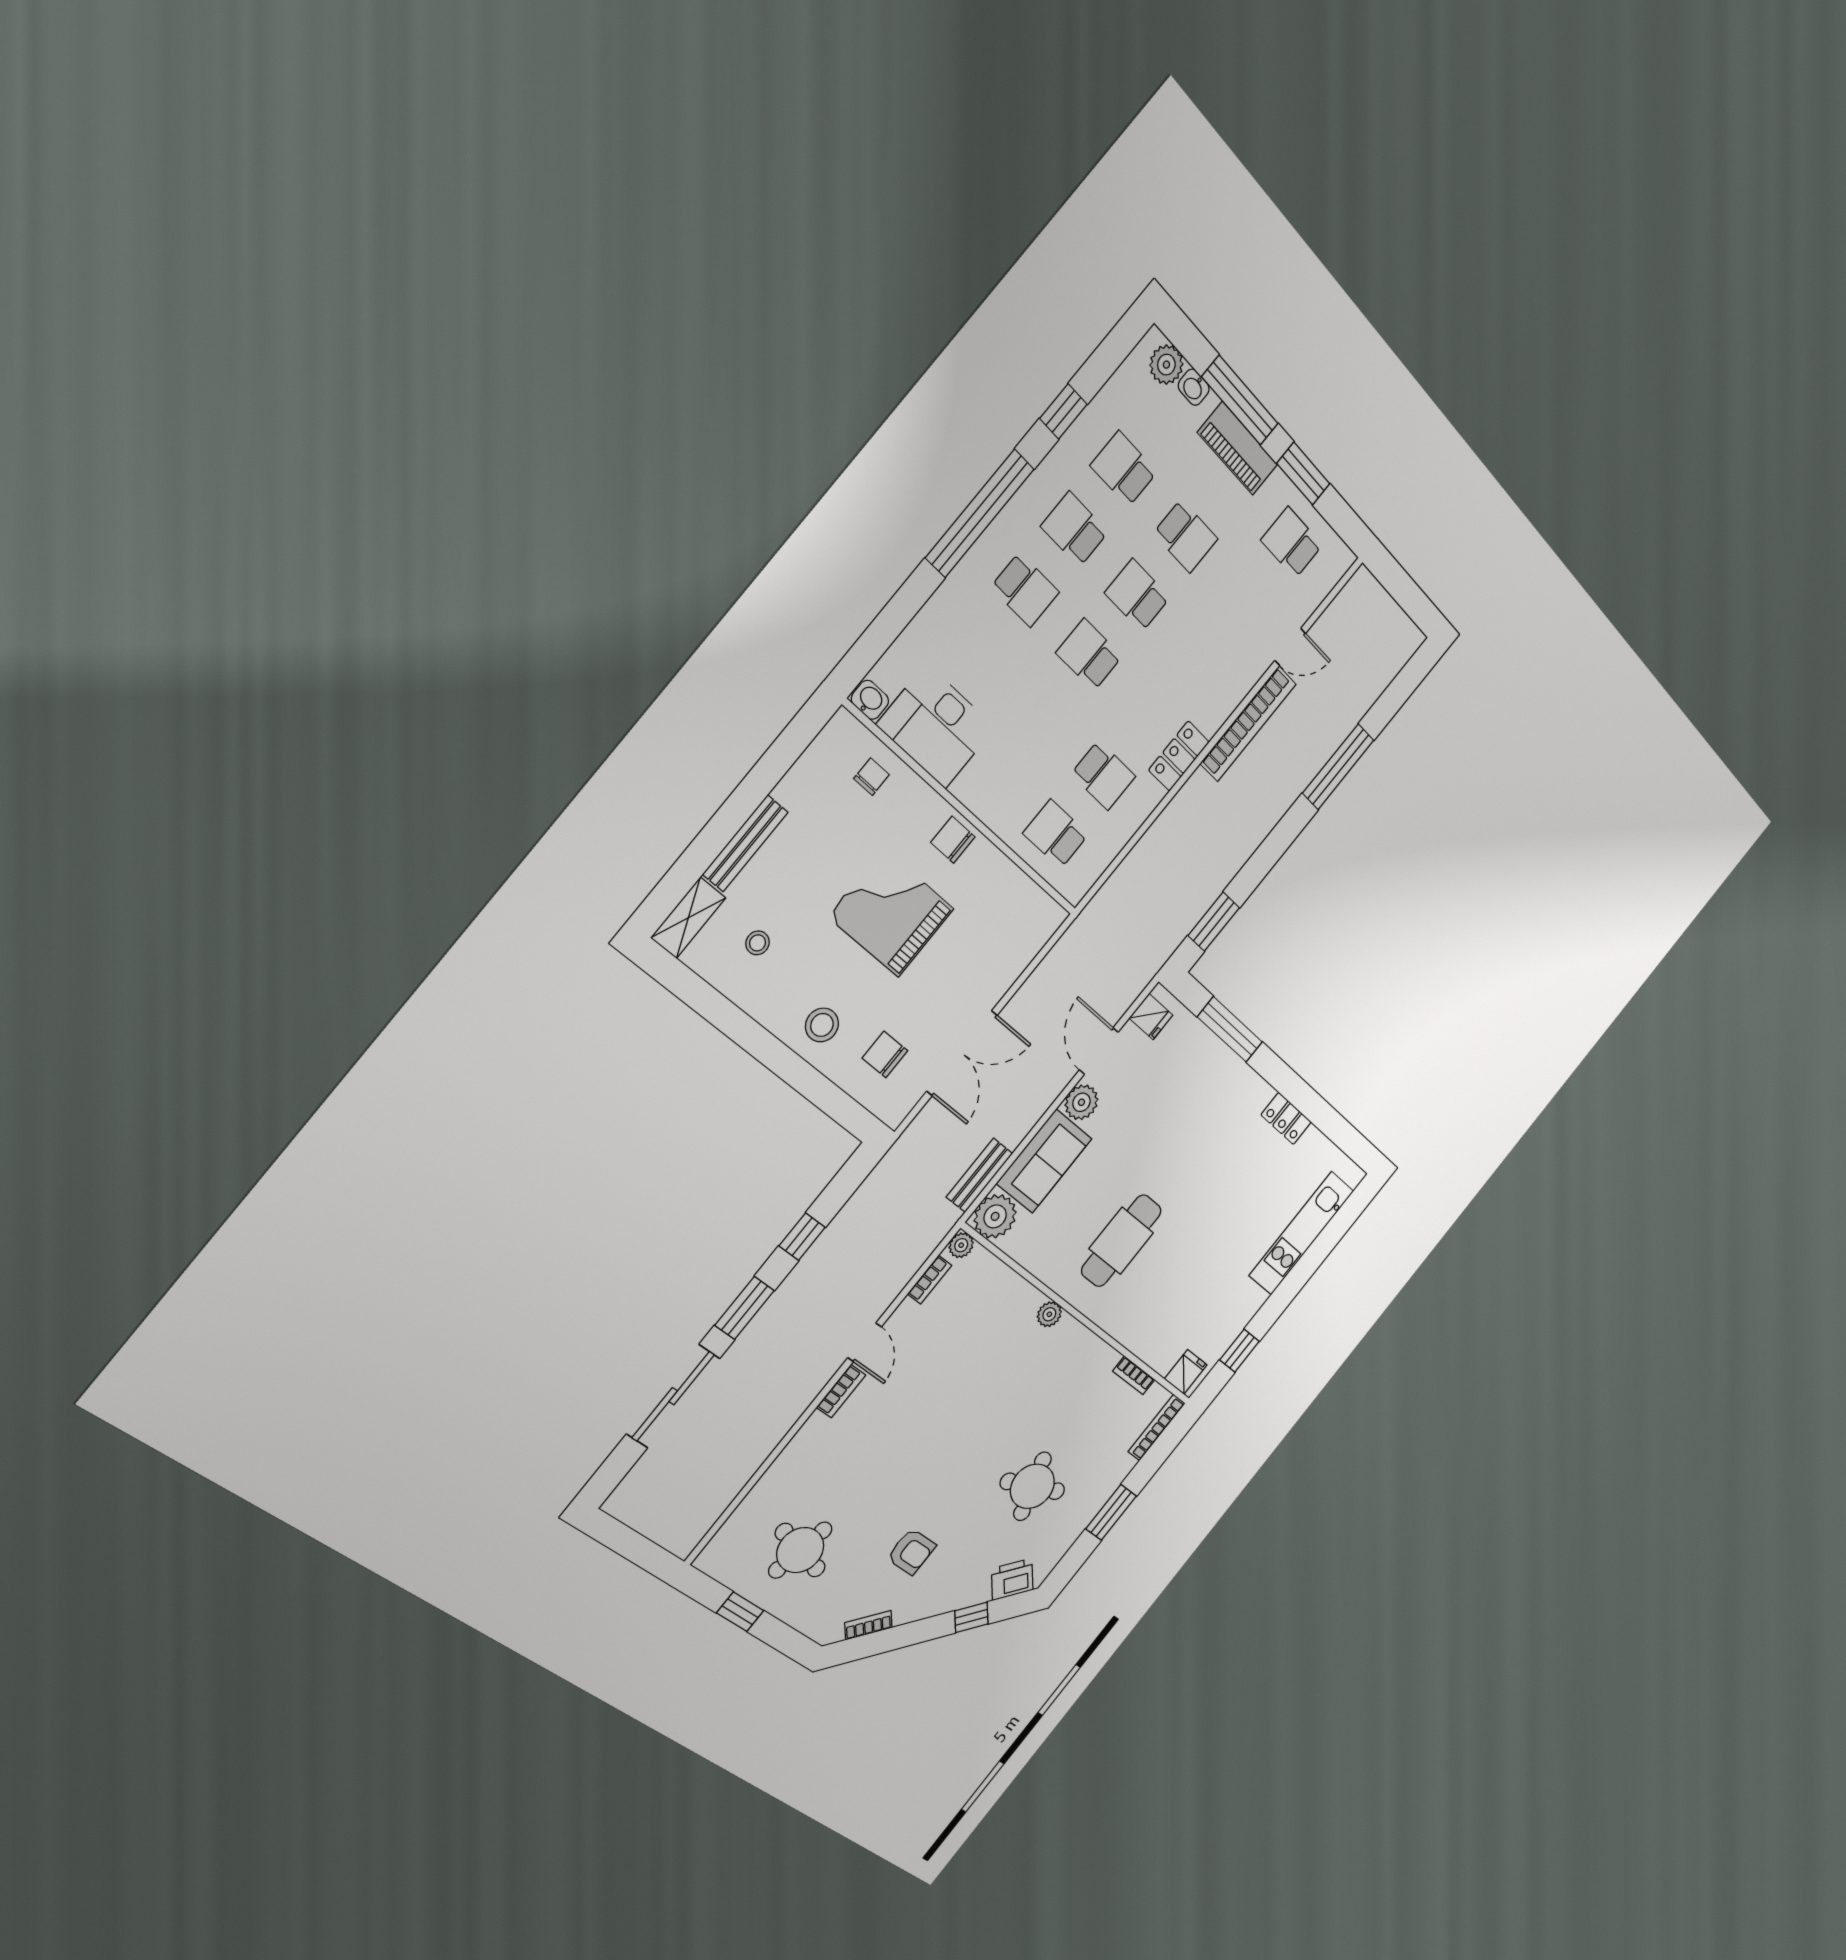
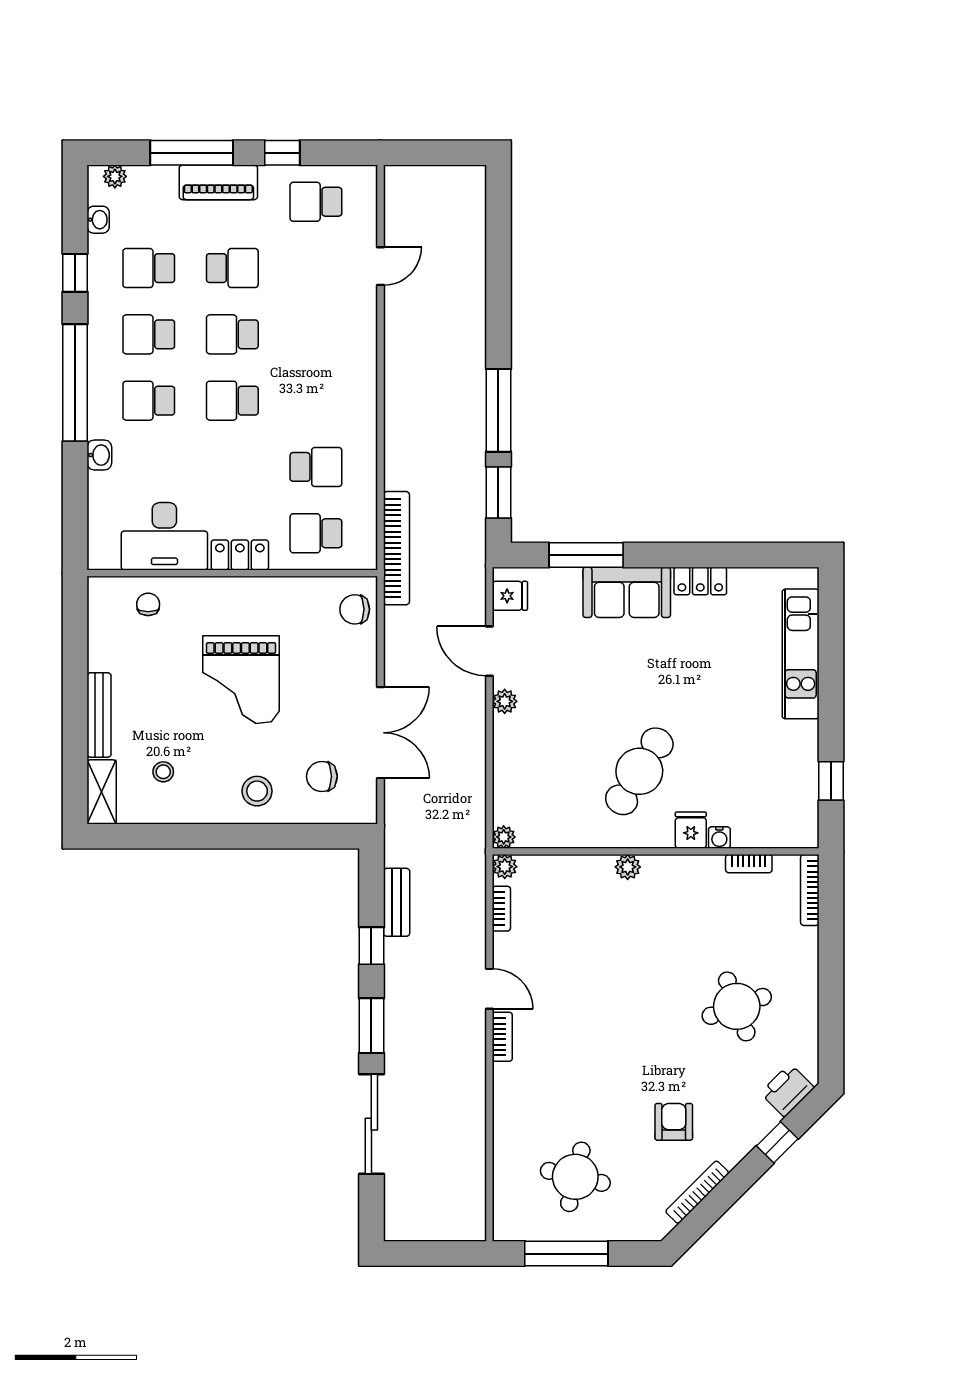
plant: (1166, 365) -> (115, 176), width x0.73, depth x0.73
washbasin: (1194, 387) -> (98, 220), moved, turned -90
window: (1303, 474) -> (282, 153), width x0.67
school desk: (1025, 590) -> (149, 401), turned 180
washbasin: (870, 700) -> (99, 455), moved, turned 90
bookcase: (1248, 724) -> (396, 548), moved
locker: (1179, 756) -> (240, 555), moved, turned 90
window: (1338, 767) -> (498, 410), moved
chair: (953, 840) -> (355, 609), moved
grand piano: (891, 913) -> (241, 680), turned -90
plant: (1081, 1102) -> (505, 701), width x0.73, depth x0.73
sofa: (1044, 1161) -> (627, 592), moved, turned 90
bench: (979, 1175) -> (397, 902), moved
plant: (995, 1216) -> (504, 837), width x0.53, depth x0.53
cafe table: (1121, 1241) -> (639, 771), turned 32
water cooler: (1131, 1339) -> (719, 837), added
fridge: (1186, 1372) -> (691, 830), moved
window: (1111, 1512) -> (831, 983), removed
armchair: (911, 1552) -> (674, 1122), turned -90
window: (740, 1612) -> (566, 1254), width x2.17
bookcase: (868, 1625) -> (697, 1192), width x1.56

